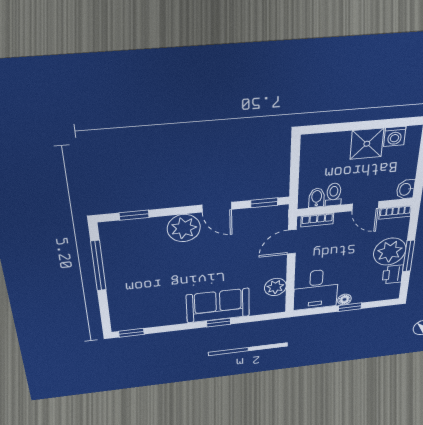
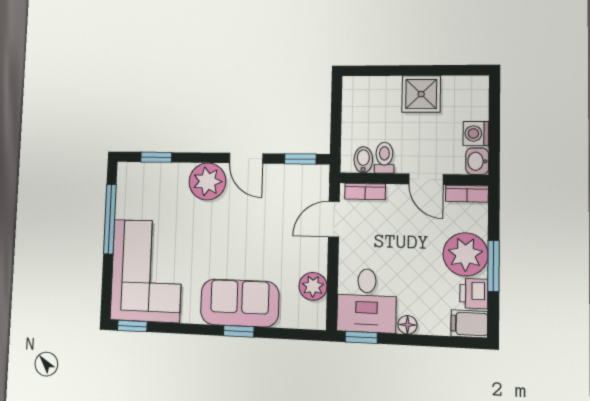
washing machine: (395, 136) -> (476, 133), moved, turned 90
filing cabinet: (388, 292) -> (469, 324), added
corner sofa: (138, 296) -> (147, 271), added
window: (350, 307) -> (361, 337), moved

